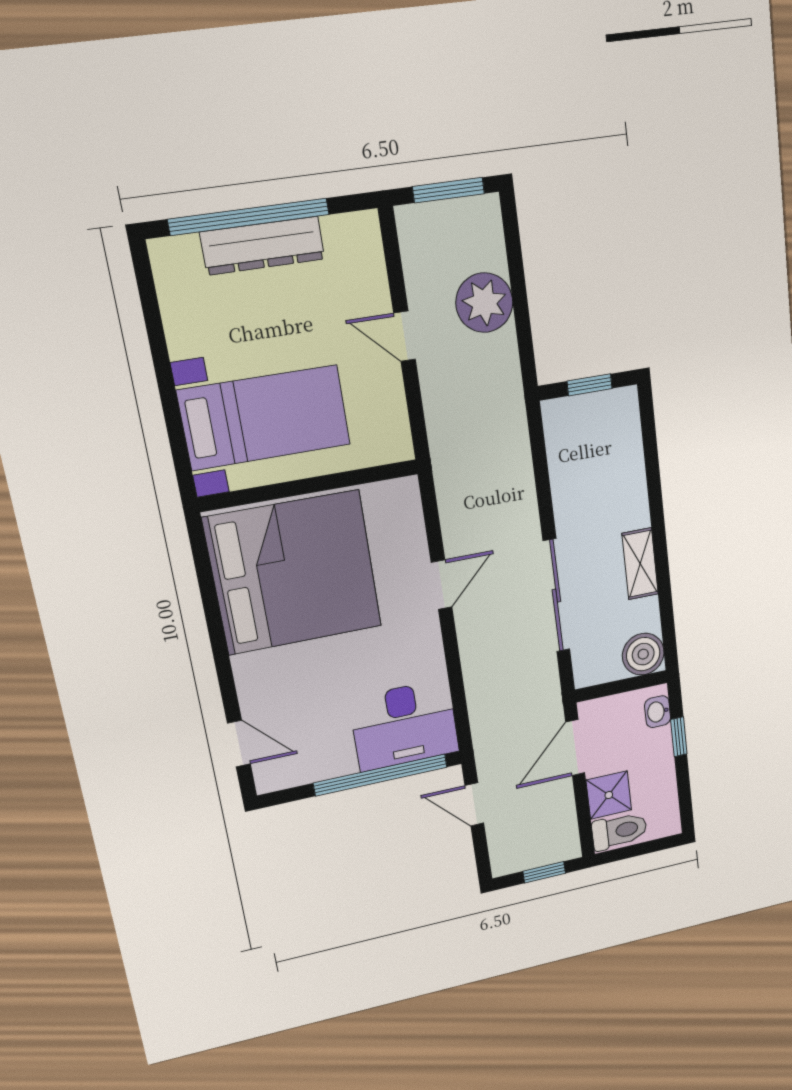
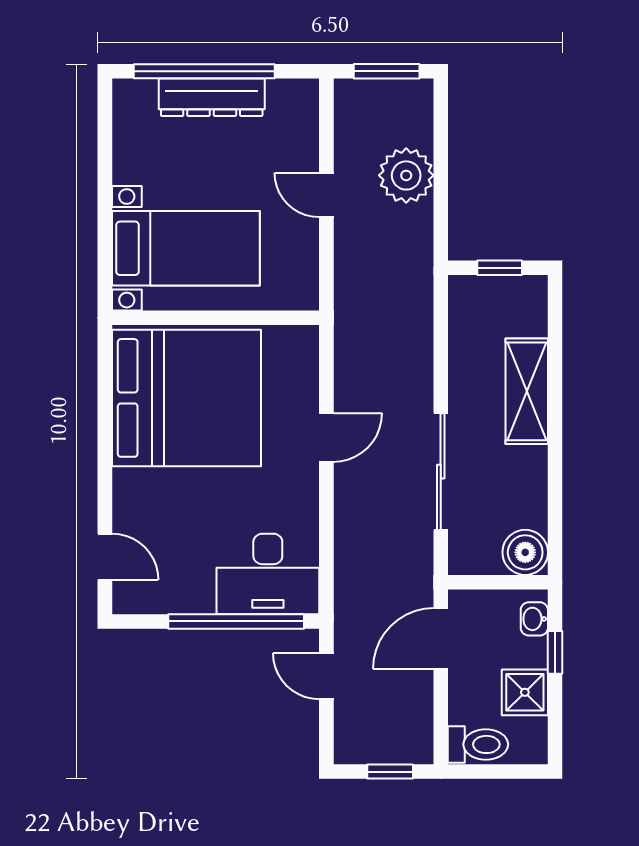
shelving: (640, 564) -> (527, 391), moved, width x1.50, depth x1.33
shower: (609, 795) -> (525, 692), moved

